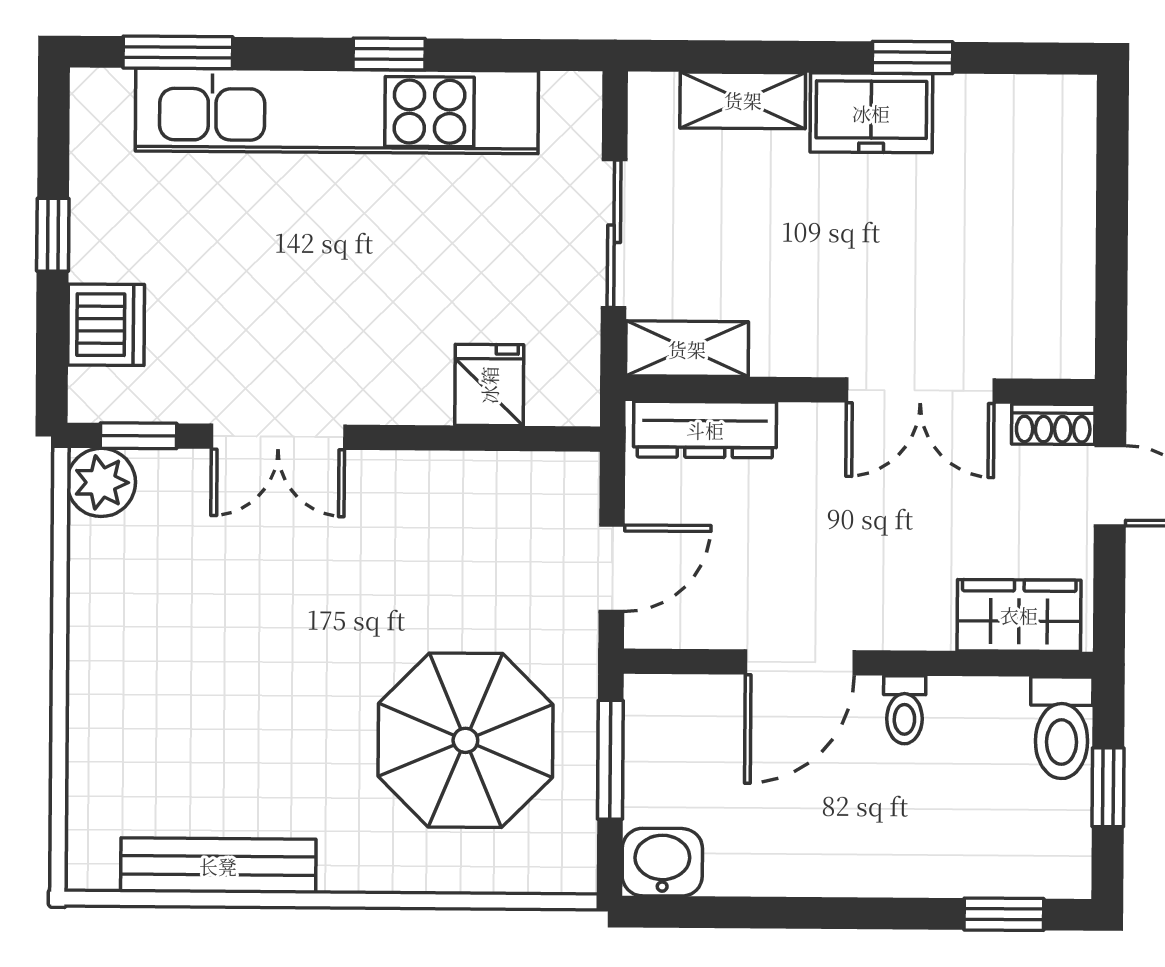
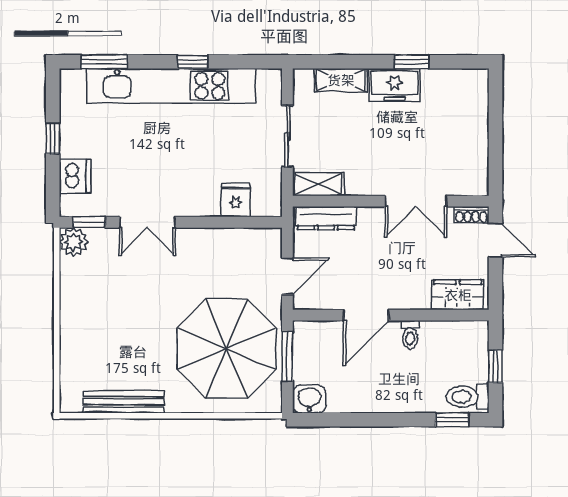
toilet: (1062, 728) -> (468, 397), moved, turned 90
parasol: (465, 740) -> (227, 349), width x1.36, depth x1.36

